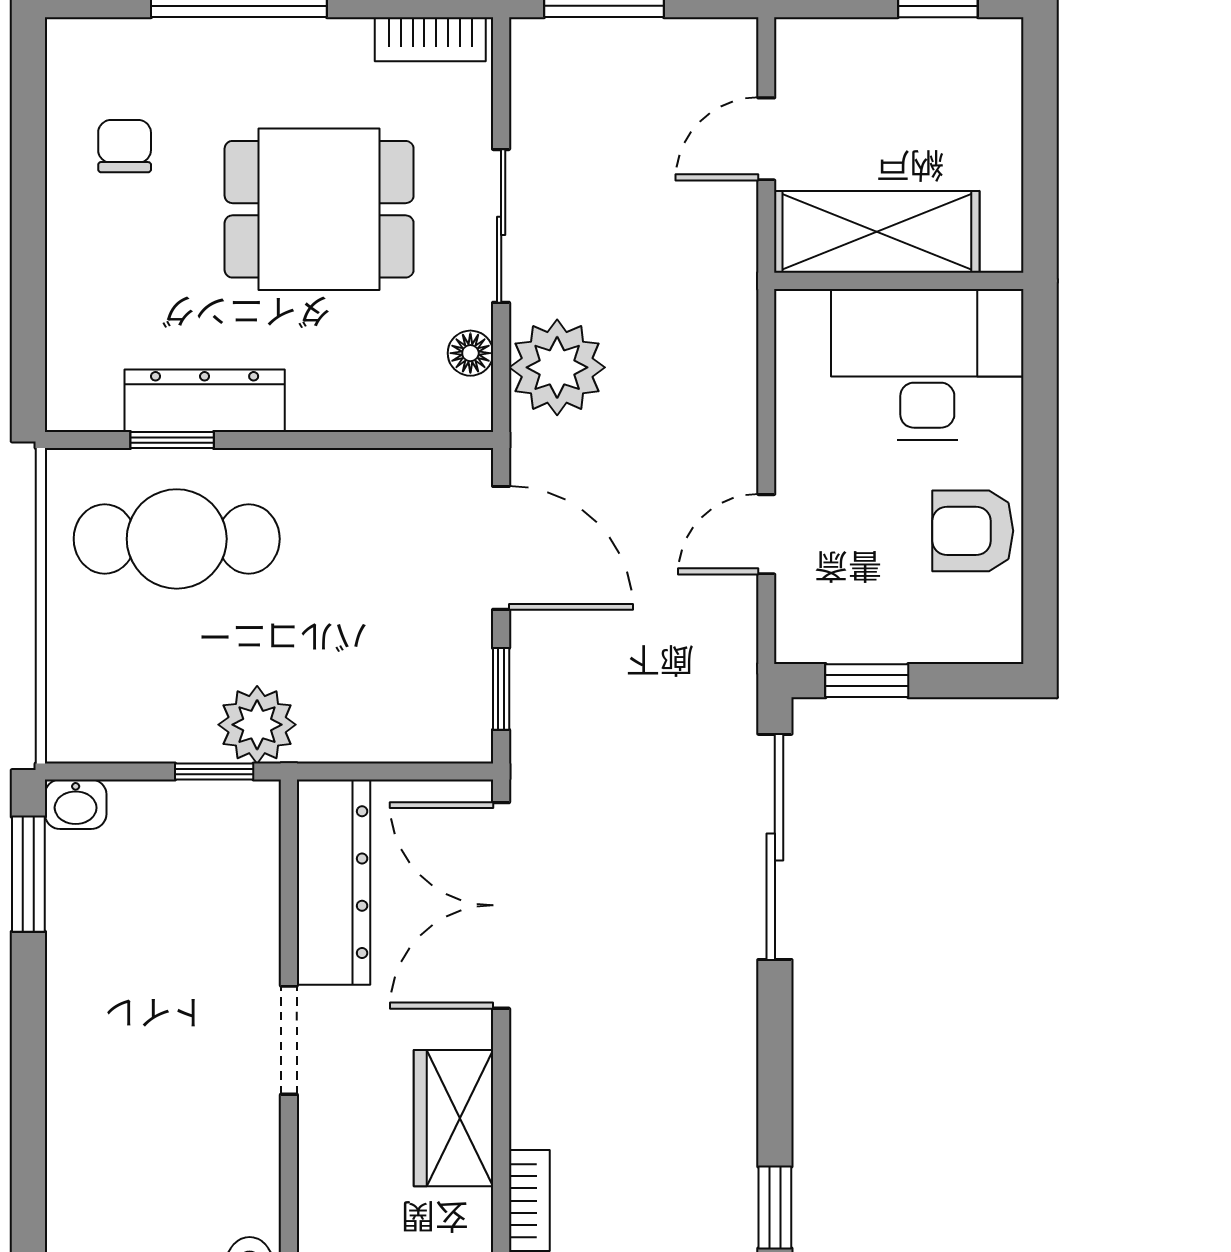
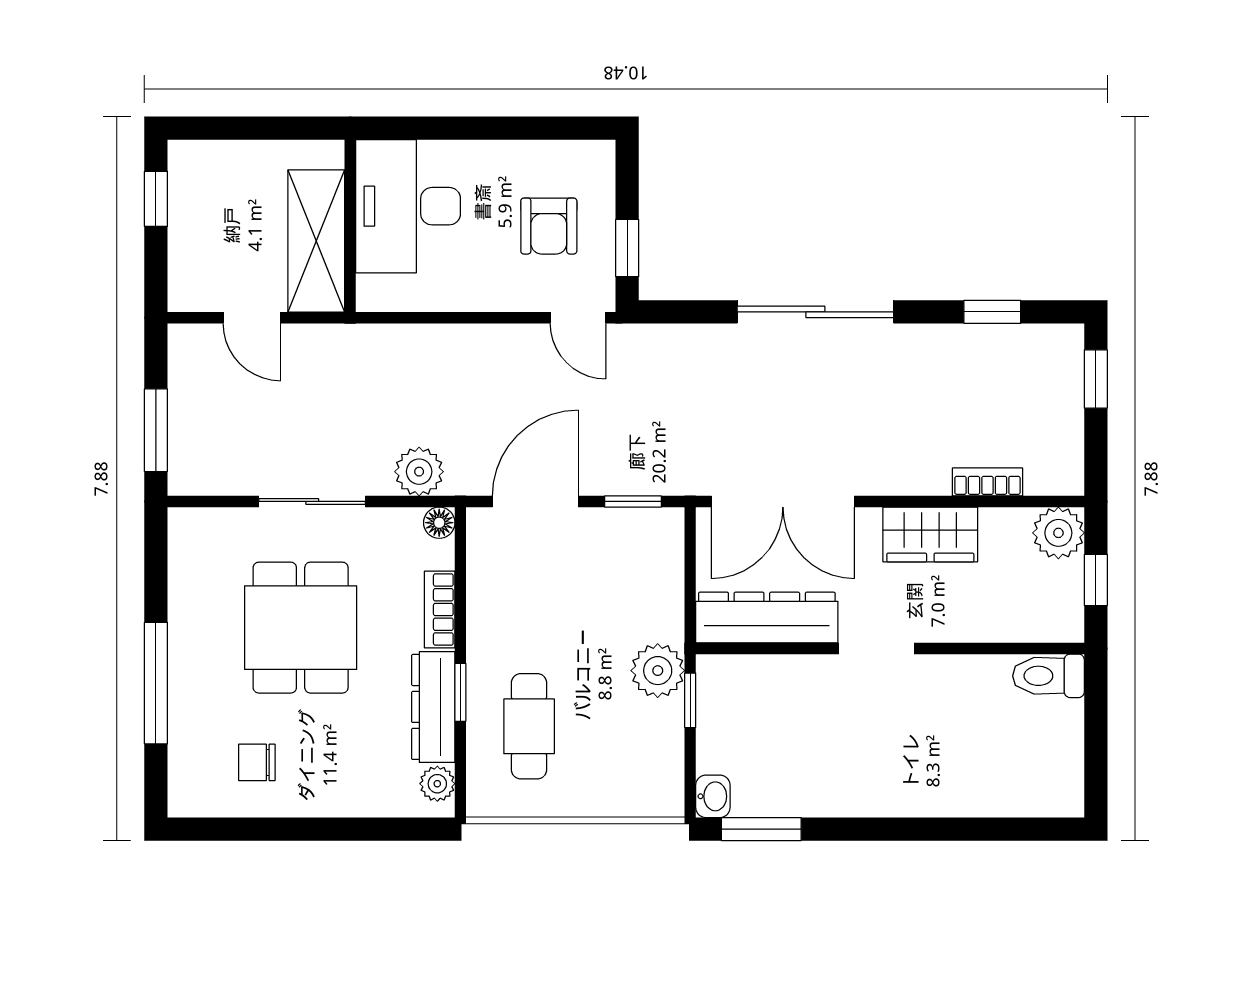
bookcase: (430, 39) -> (440, 610), moved, turned 180
floor lamp: (470, 353) -> (439, 523), moved
plant: (557, 367) -> (419, 472), width x0.73, depth x0.73
plant: (94, 407) -> (437, 784), added
window: (172, 440) -> (460, 692), moved
armchair: (973, 531) -> (549, 226), moved
door: (766, 534) -> (578, 318), moved
cafe table: (177, 539) -> (529, 726), width x0.73, depth x0.74
sliding door: (775, 847) -> (815, 312), moved

